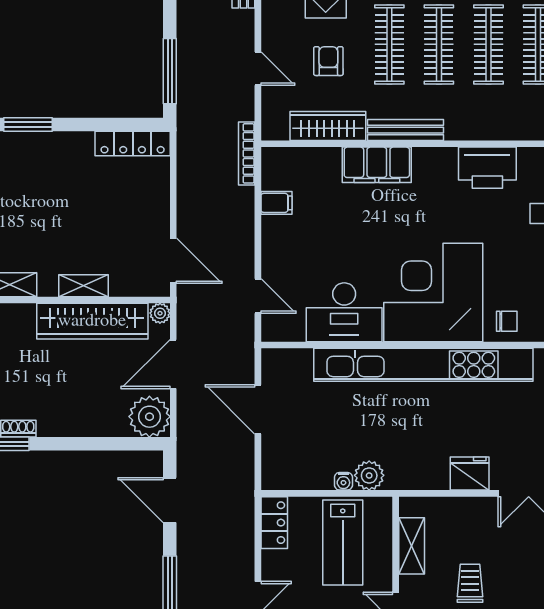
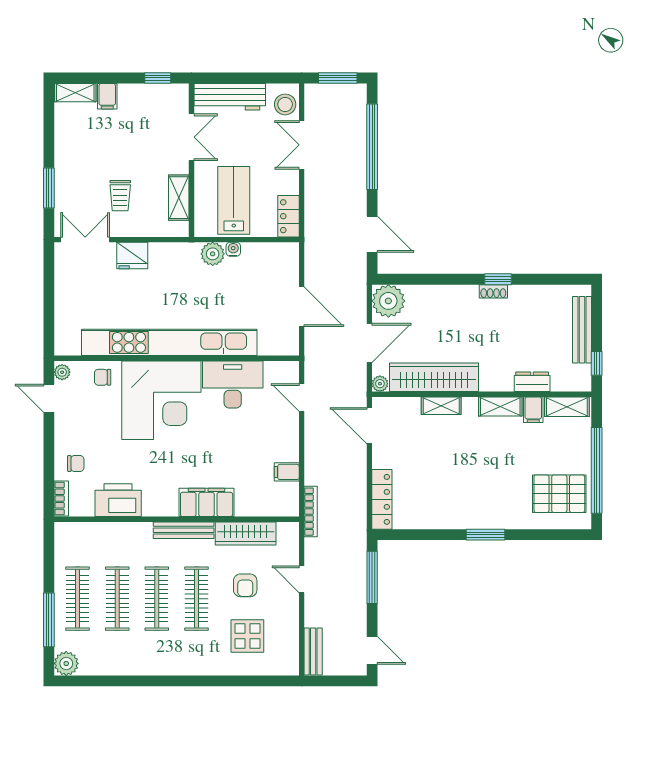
locker: (133, 143) -> (382, 499), moved, turned 90
trolley: (470, 583) -> (120, 196), moved

